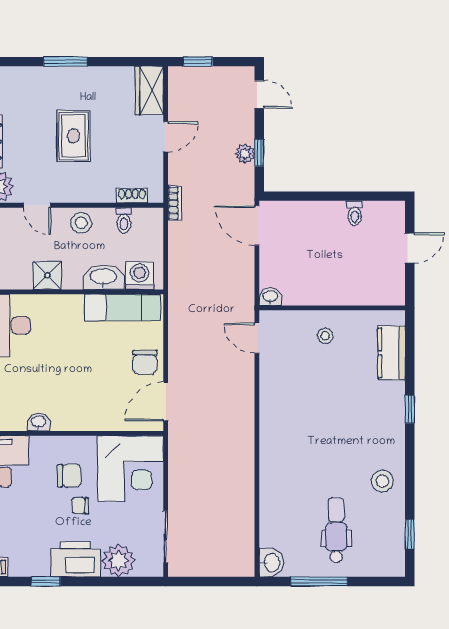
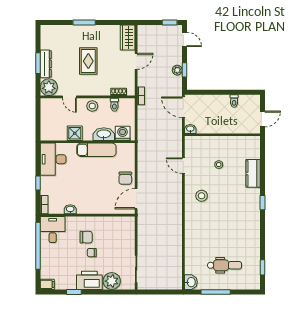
window: (198, 62) -> (170, 22), moved
washbasin: (270, 297) -> (190, 129), moved
exam couch: (123, 307) -> (96, 150), moved
wall: (332, 308) -> (222, 135), moved
corner desk: (130, 468) -> (118, 233), removed
stool: (382, 481) -> (202, 196), moved
dental chair: (336, 530) -> (224, 265), turned 90

